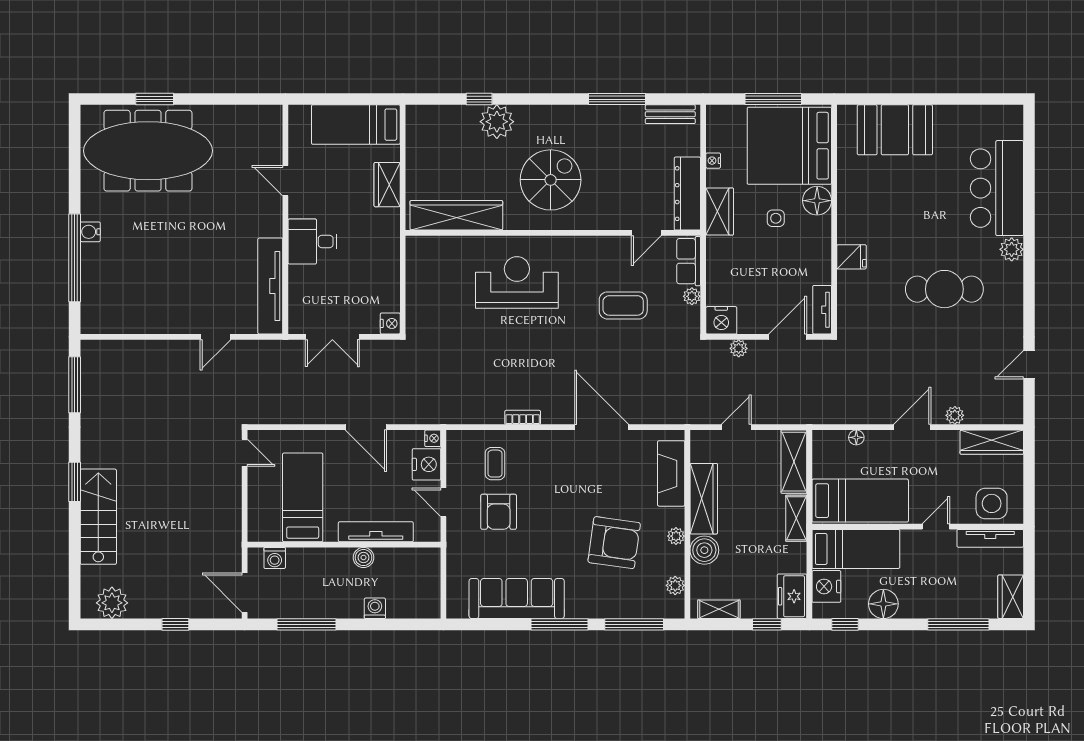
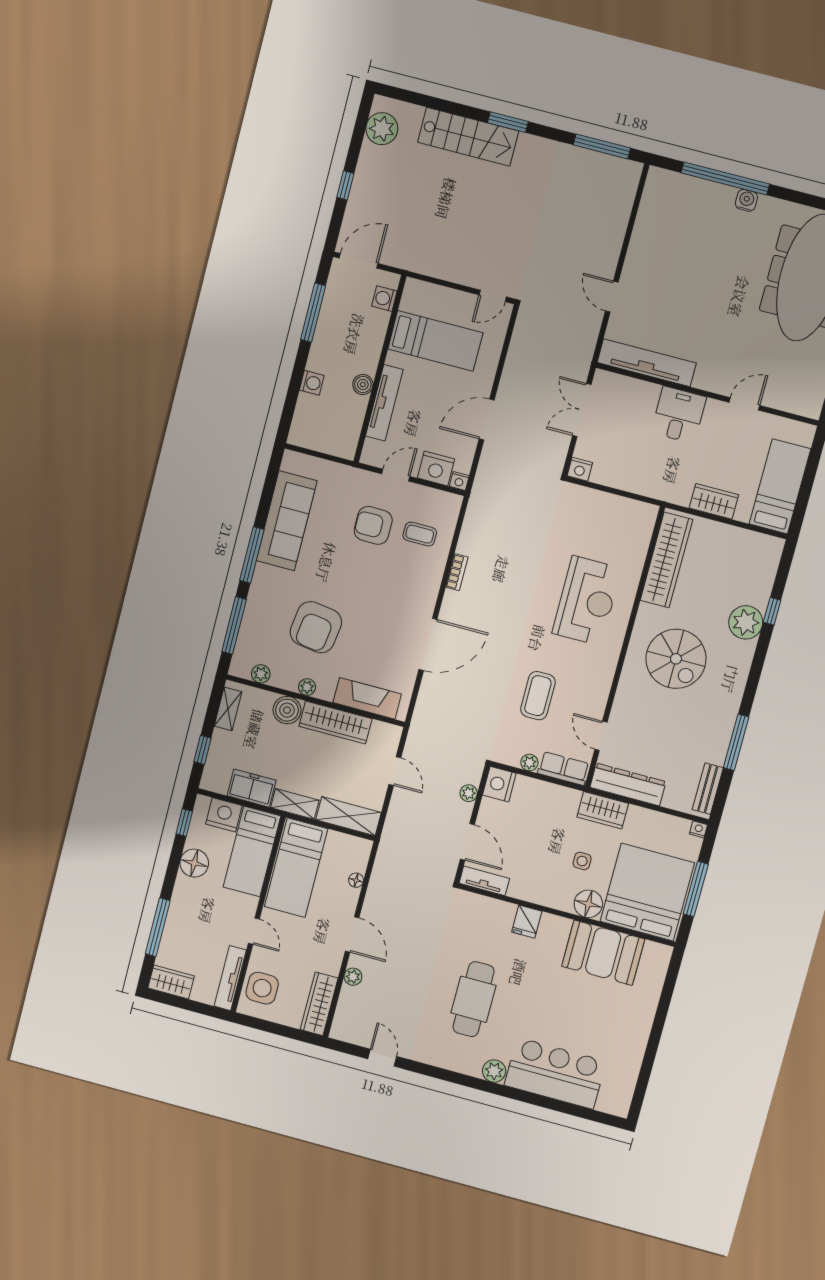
booth: (895, 130) -> (603, 953), moved, turned 90
nightstand: (713, 161) -> (698, 829), moved
freezer: (792, 596) -> (252, 788), moved

